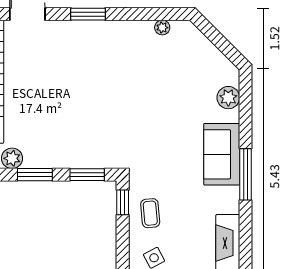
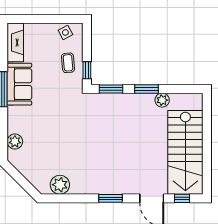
plant: (162, 28) -> (60, 185), width x1.88, depth x1.88
sofa: (222, 154) -> (19, 84), moved

